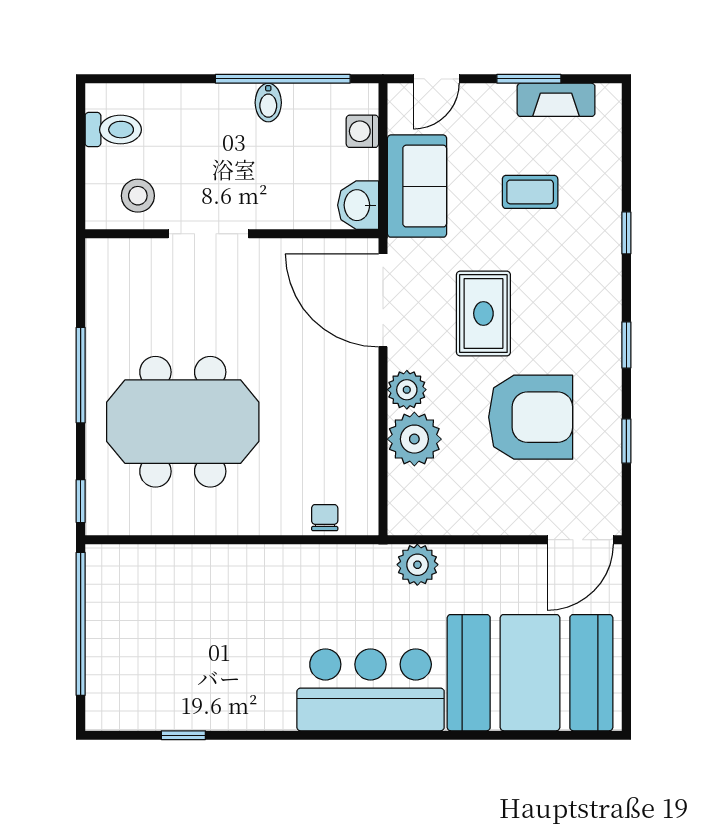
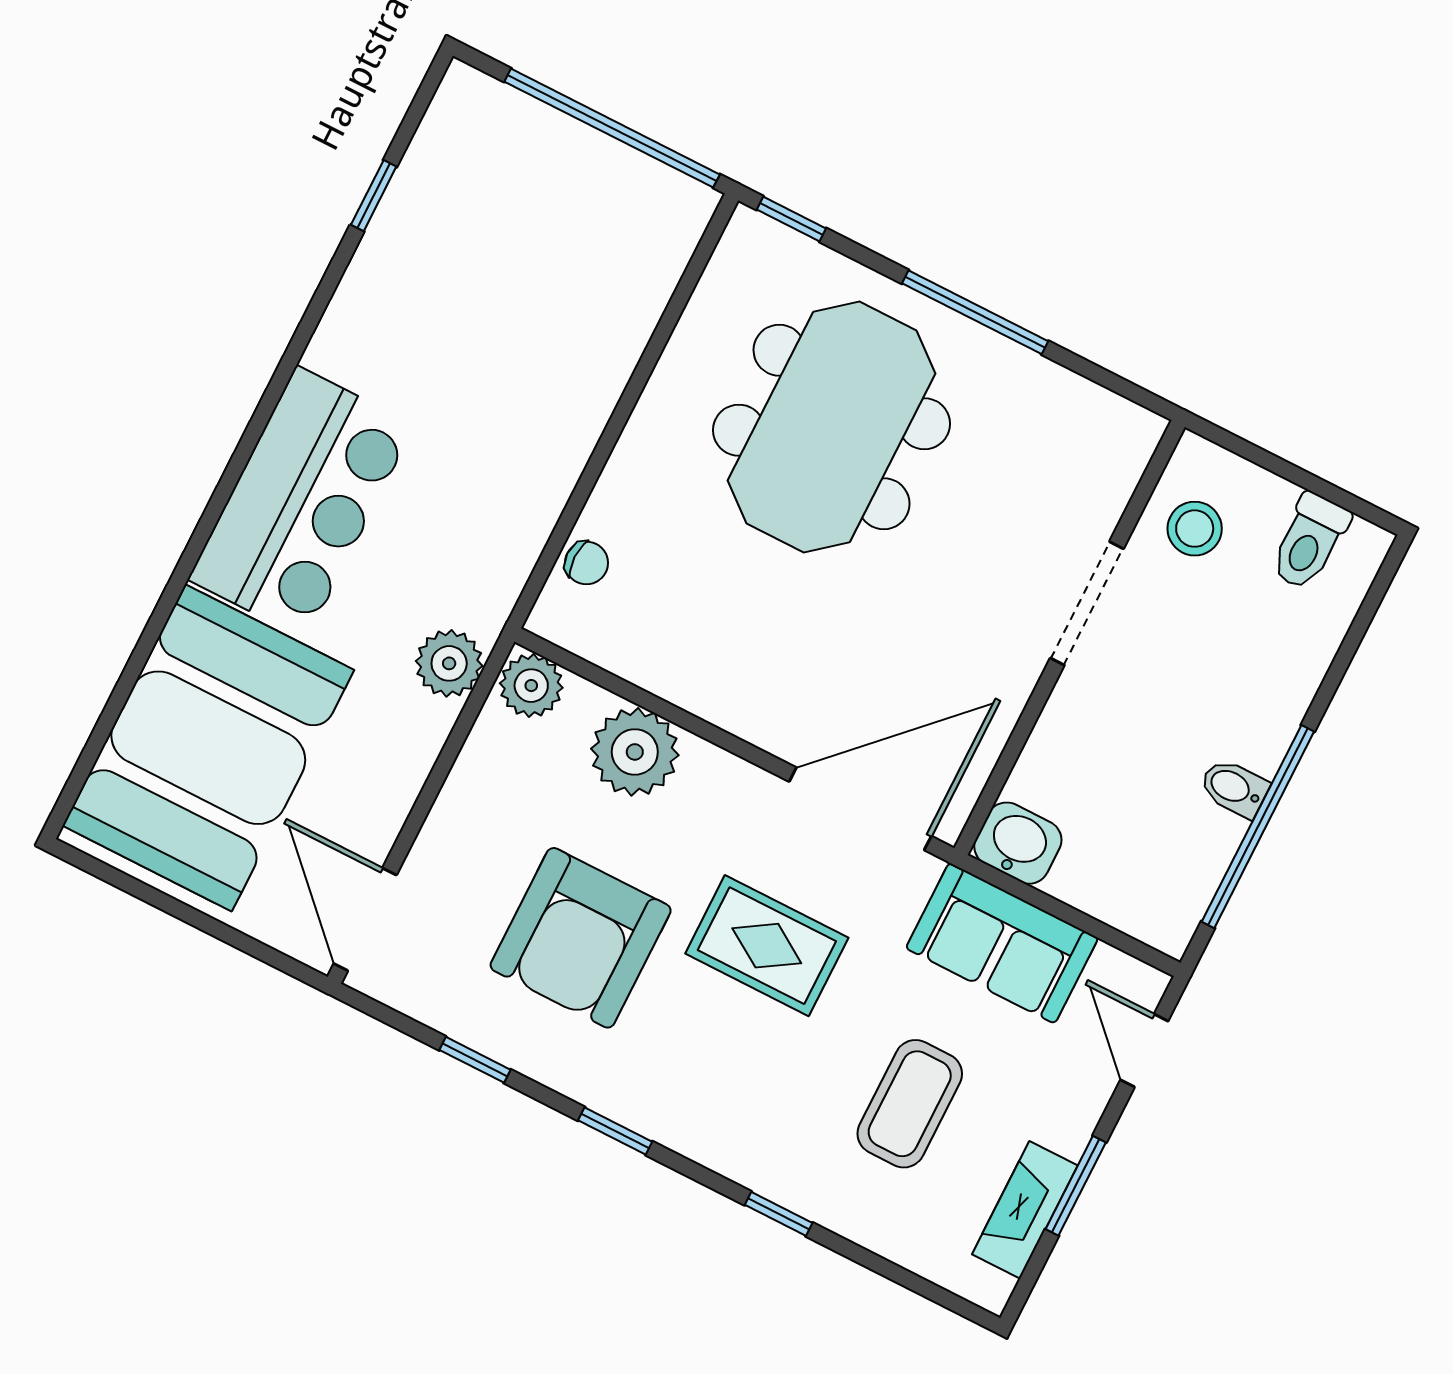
washing machine: (362, 131) -> (1122, 904), removed
coffee table: (530, 192) -> (910, 1104), width x1.36, depth x1.30
plant: (407, 390) -> (531, 686), moved

